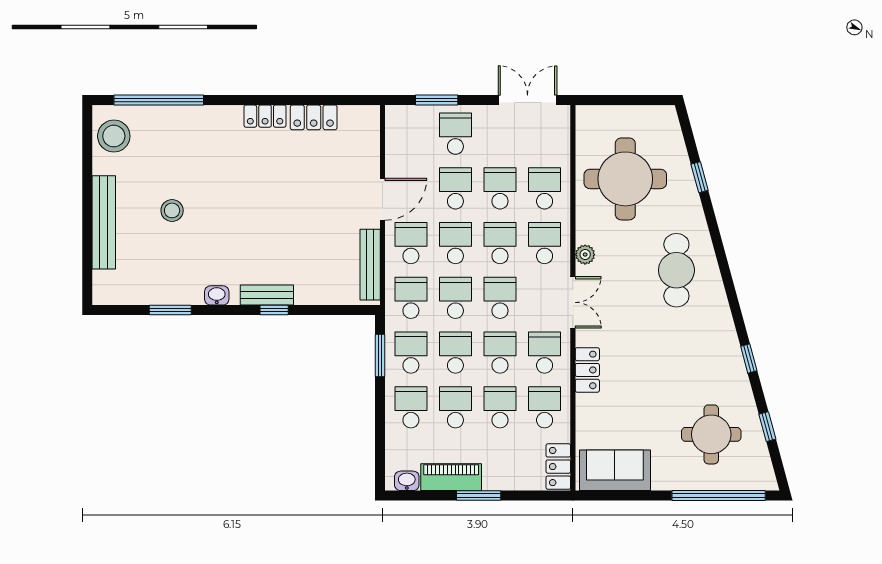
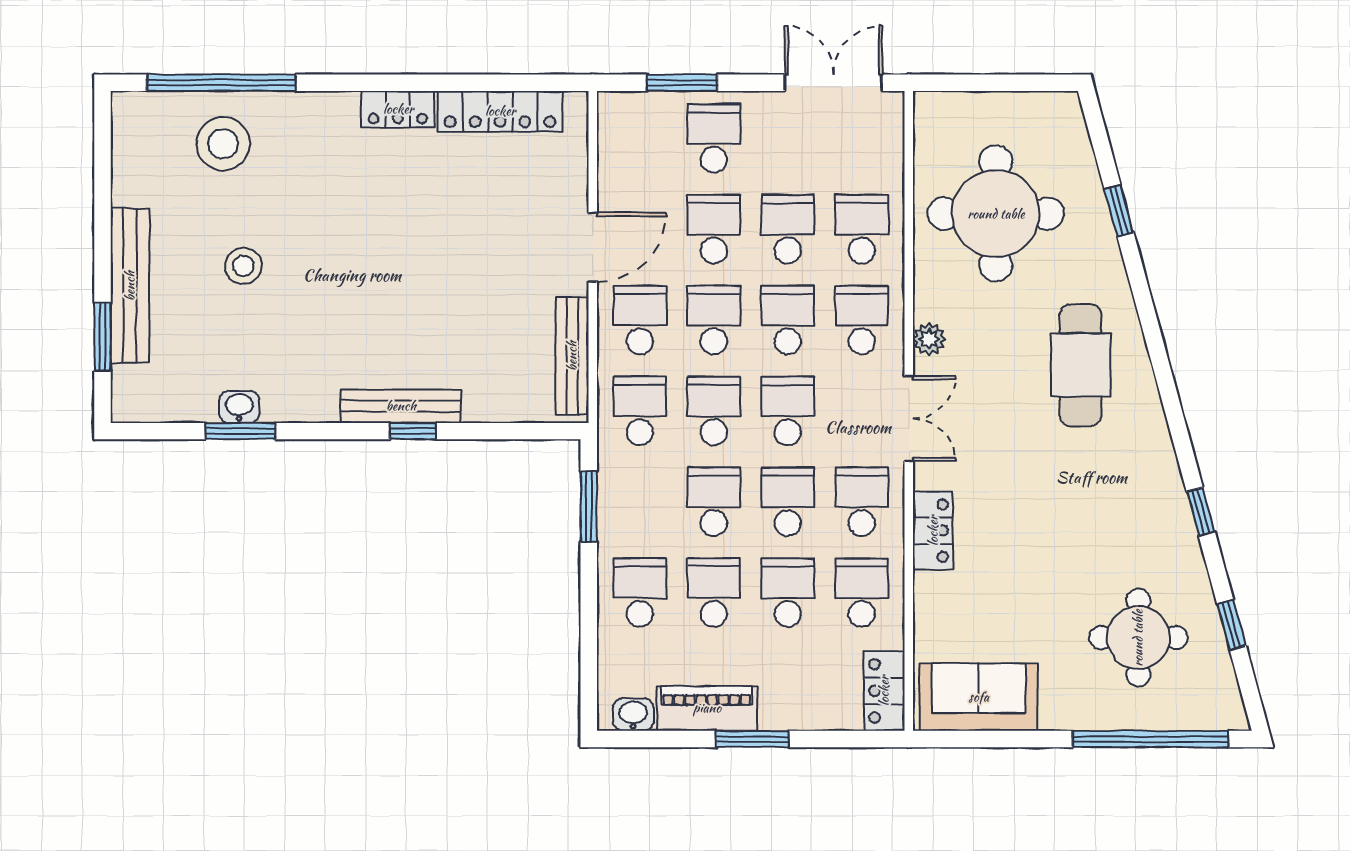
locker: (314, 117) -> (500, 111), width x1.53
stool: (114, 136) -> (223, 144), moved
window: (87, 253) -> (103, 337), added
washbasin: (217, 295) -> (239, 407), moved
bench: (267, 295) -> (401, 406), width x1.36
school desk: (411, 353) -> (640, 502), removed

